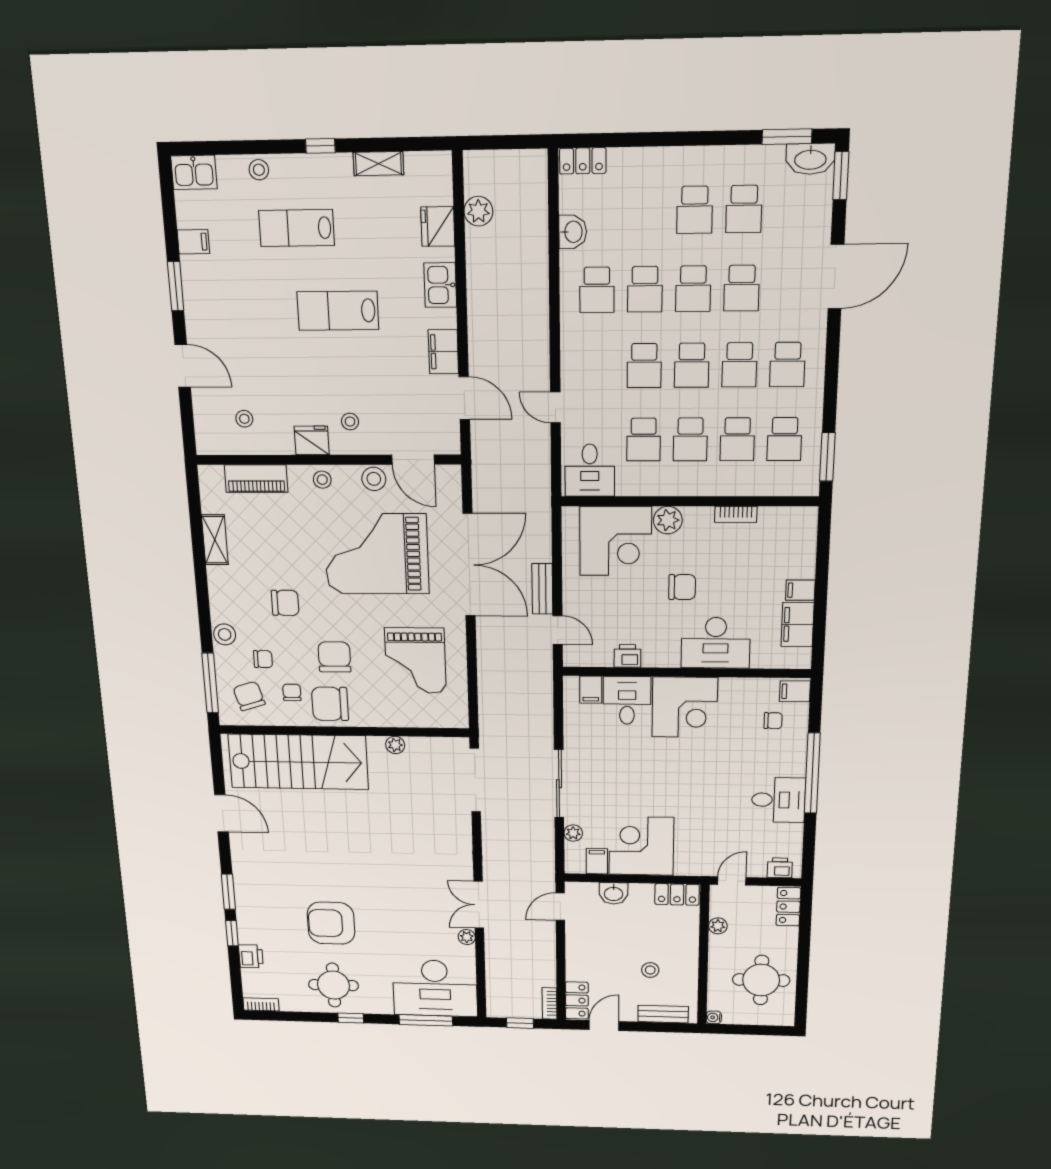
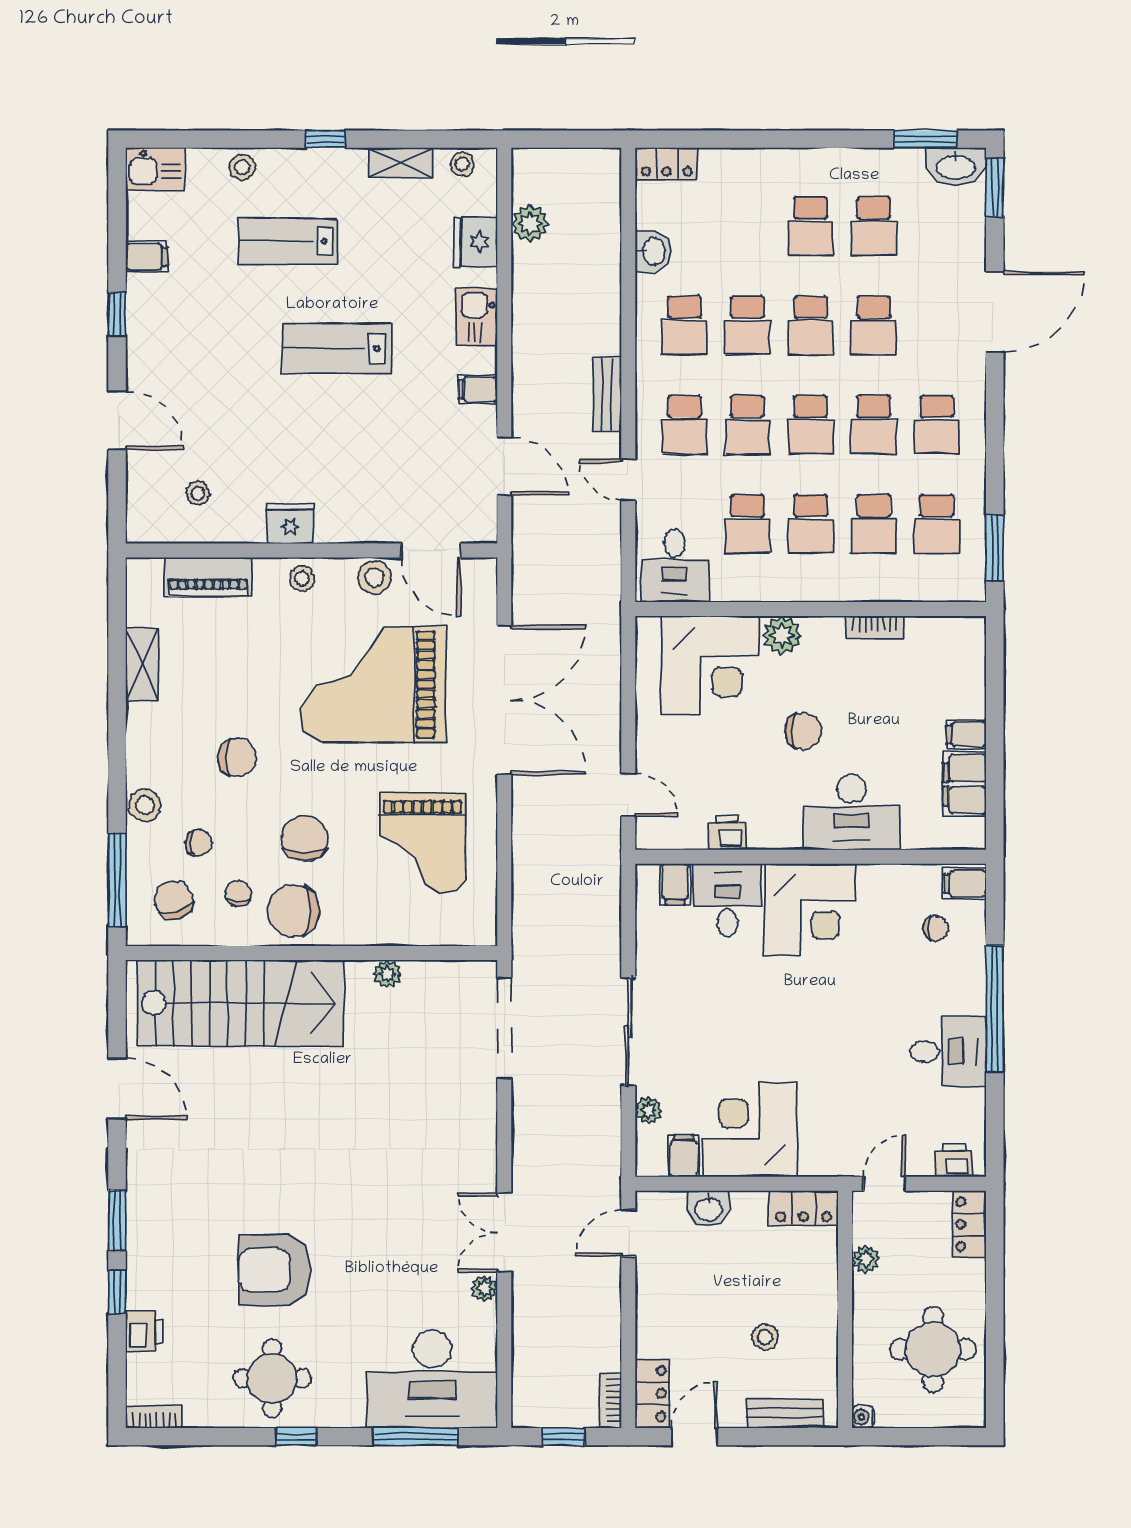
window: (176, 286) -> (117, 314), width x0.67
filing cabinet: (443, 352) -> (478, 389), width x0.50
school desk: (597, 366) -> (684, 424), added
stool: (350, 422) -> (462, 164), moved
bench: (542, 589) -> (607, 394), moved

